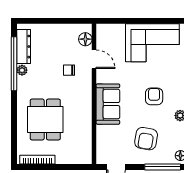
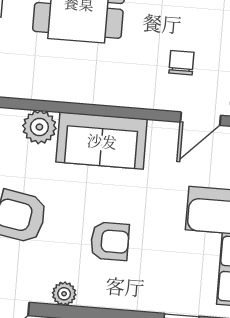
plant: (104, 133) -> (39, 127), added

